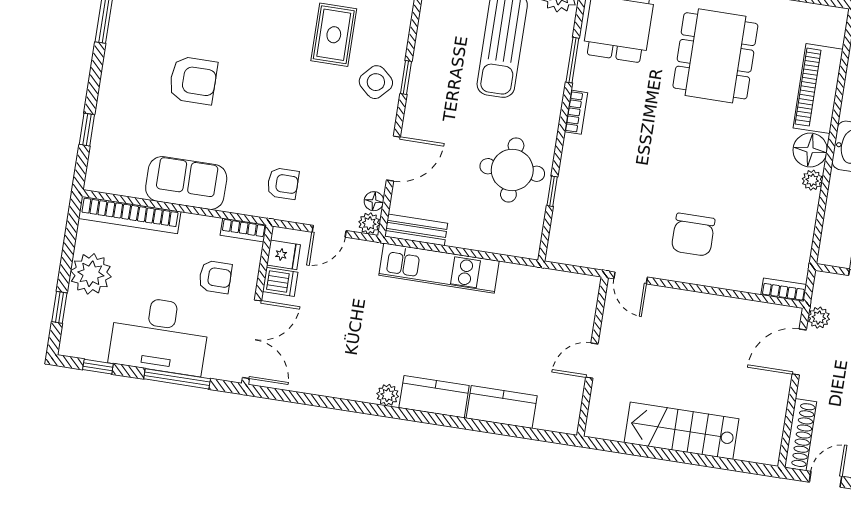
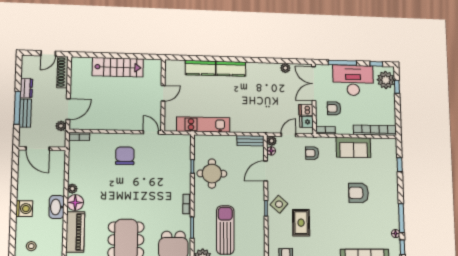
kitchen unit: (439, 268) -> (203, 125), moved
plant: (91, 274) -> (386, 80), moved
plant: (388, 395) -> (285, 68), moved

